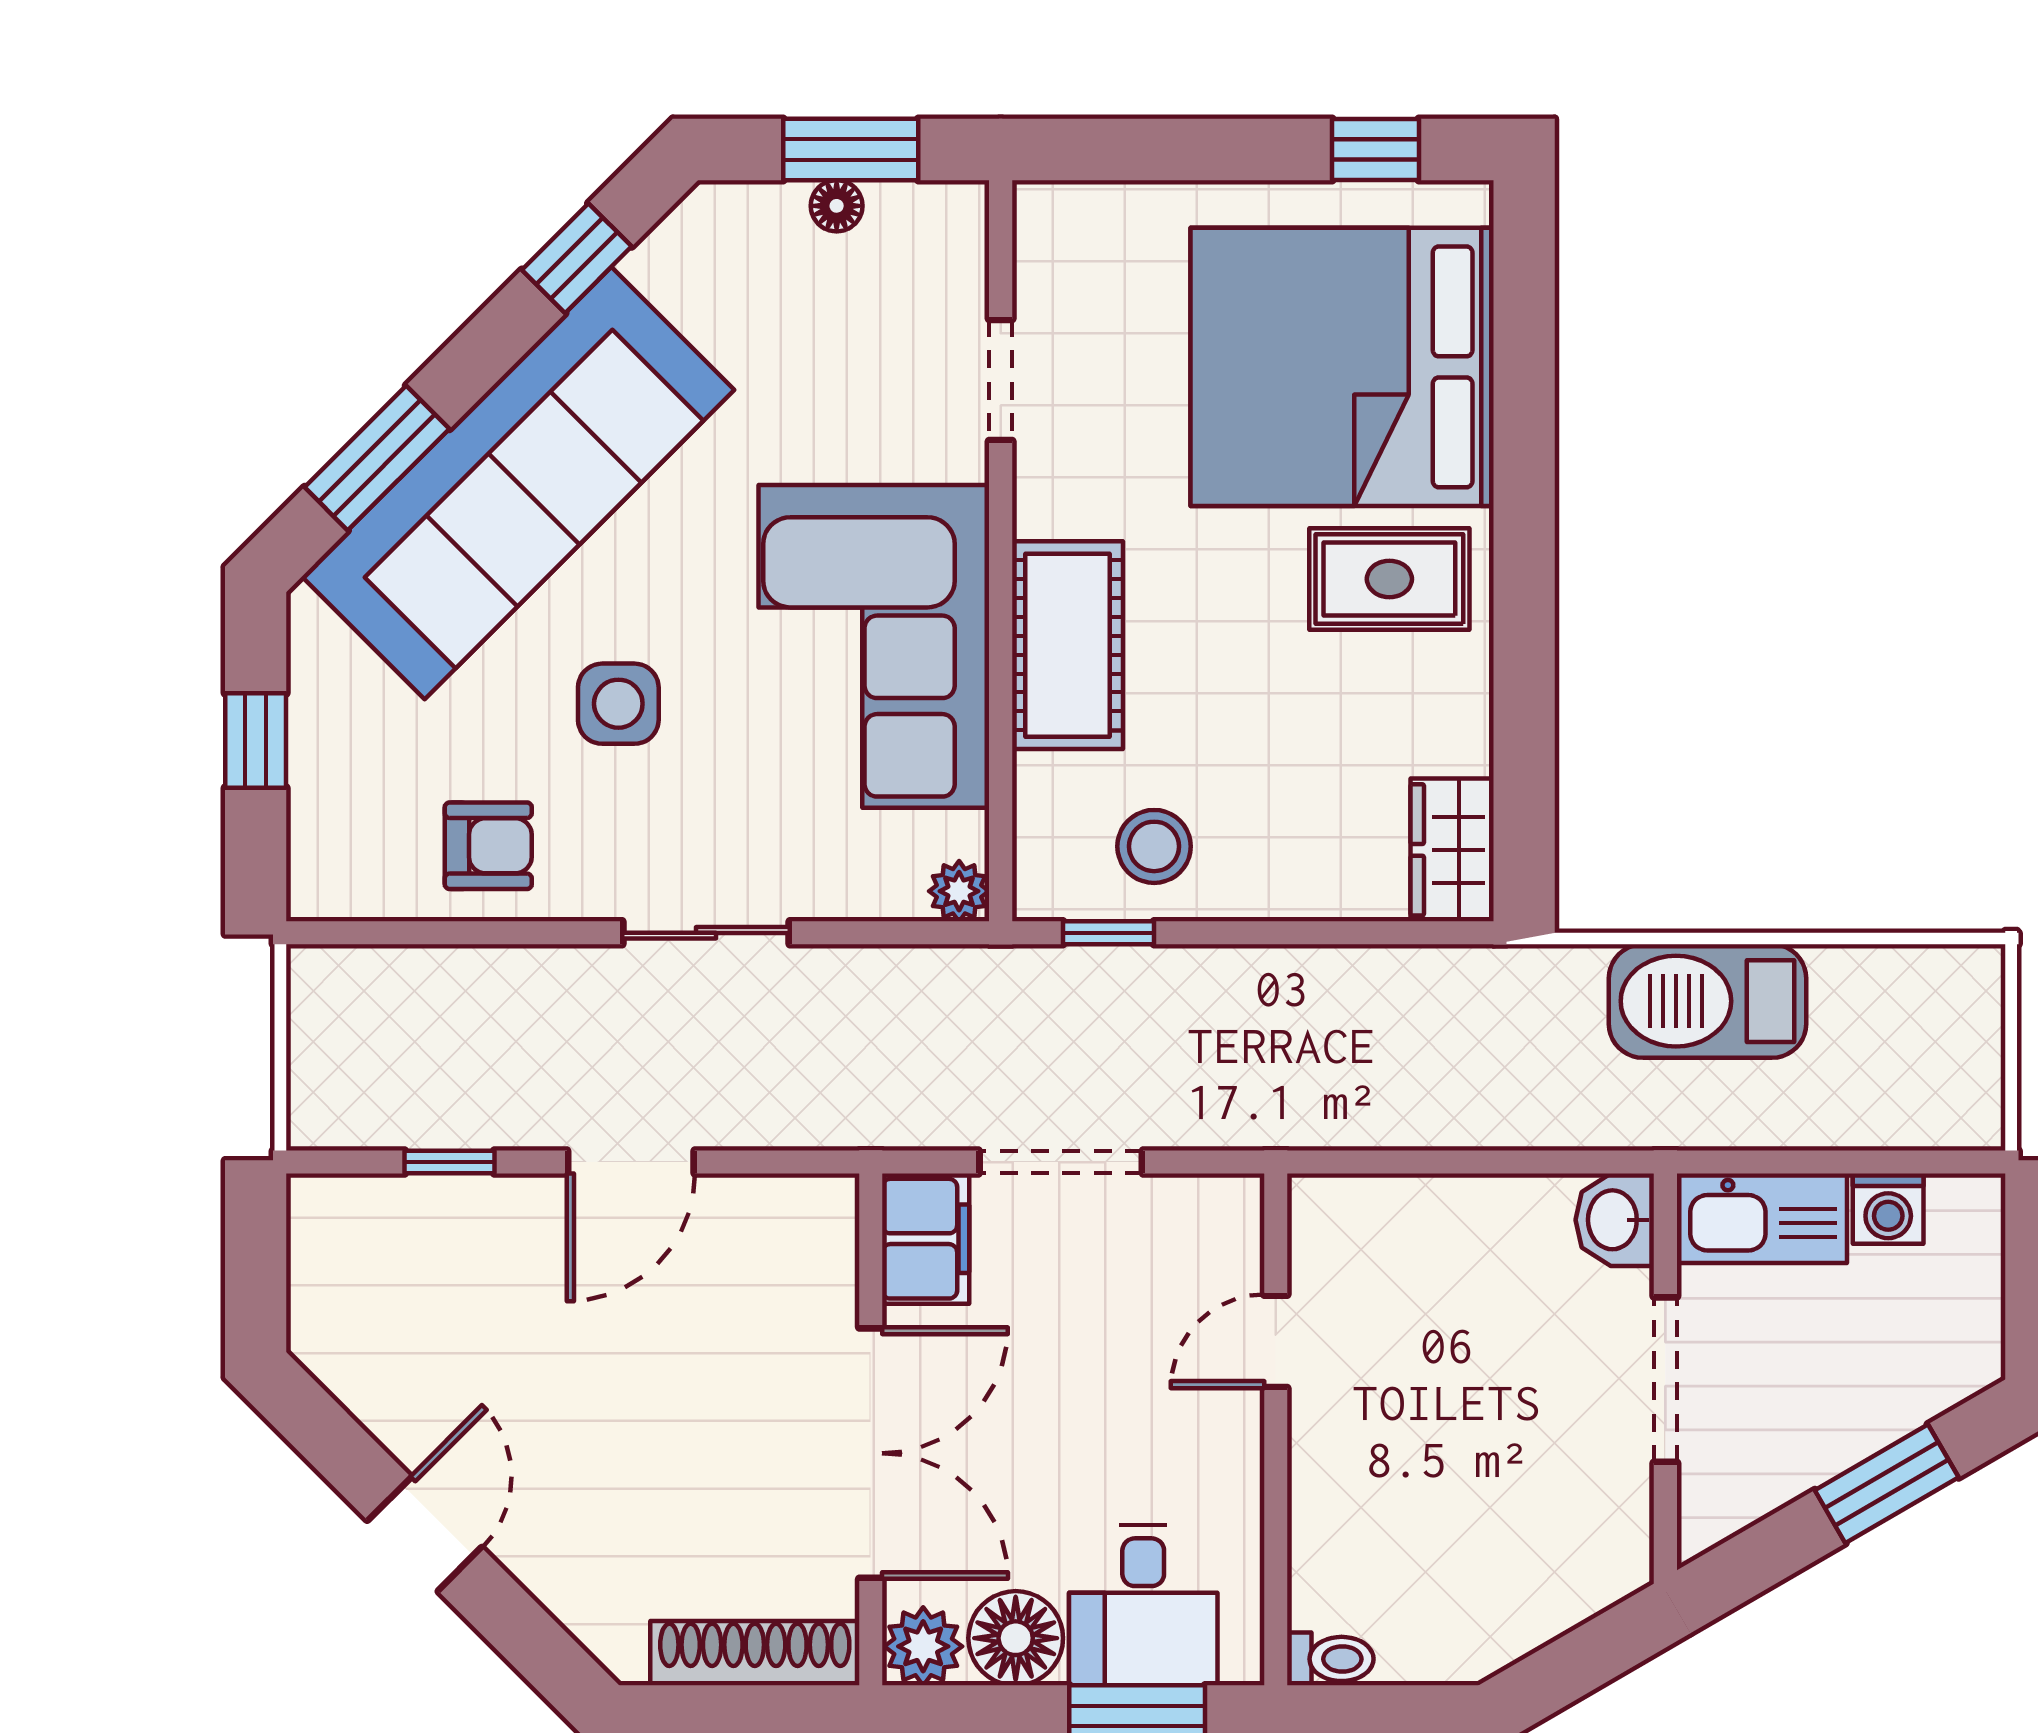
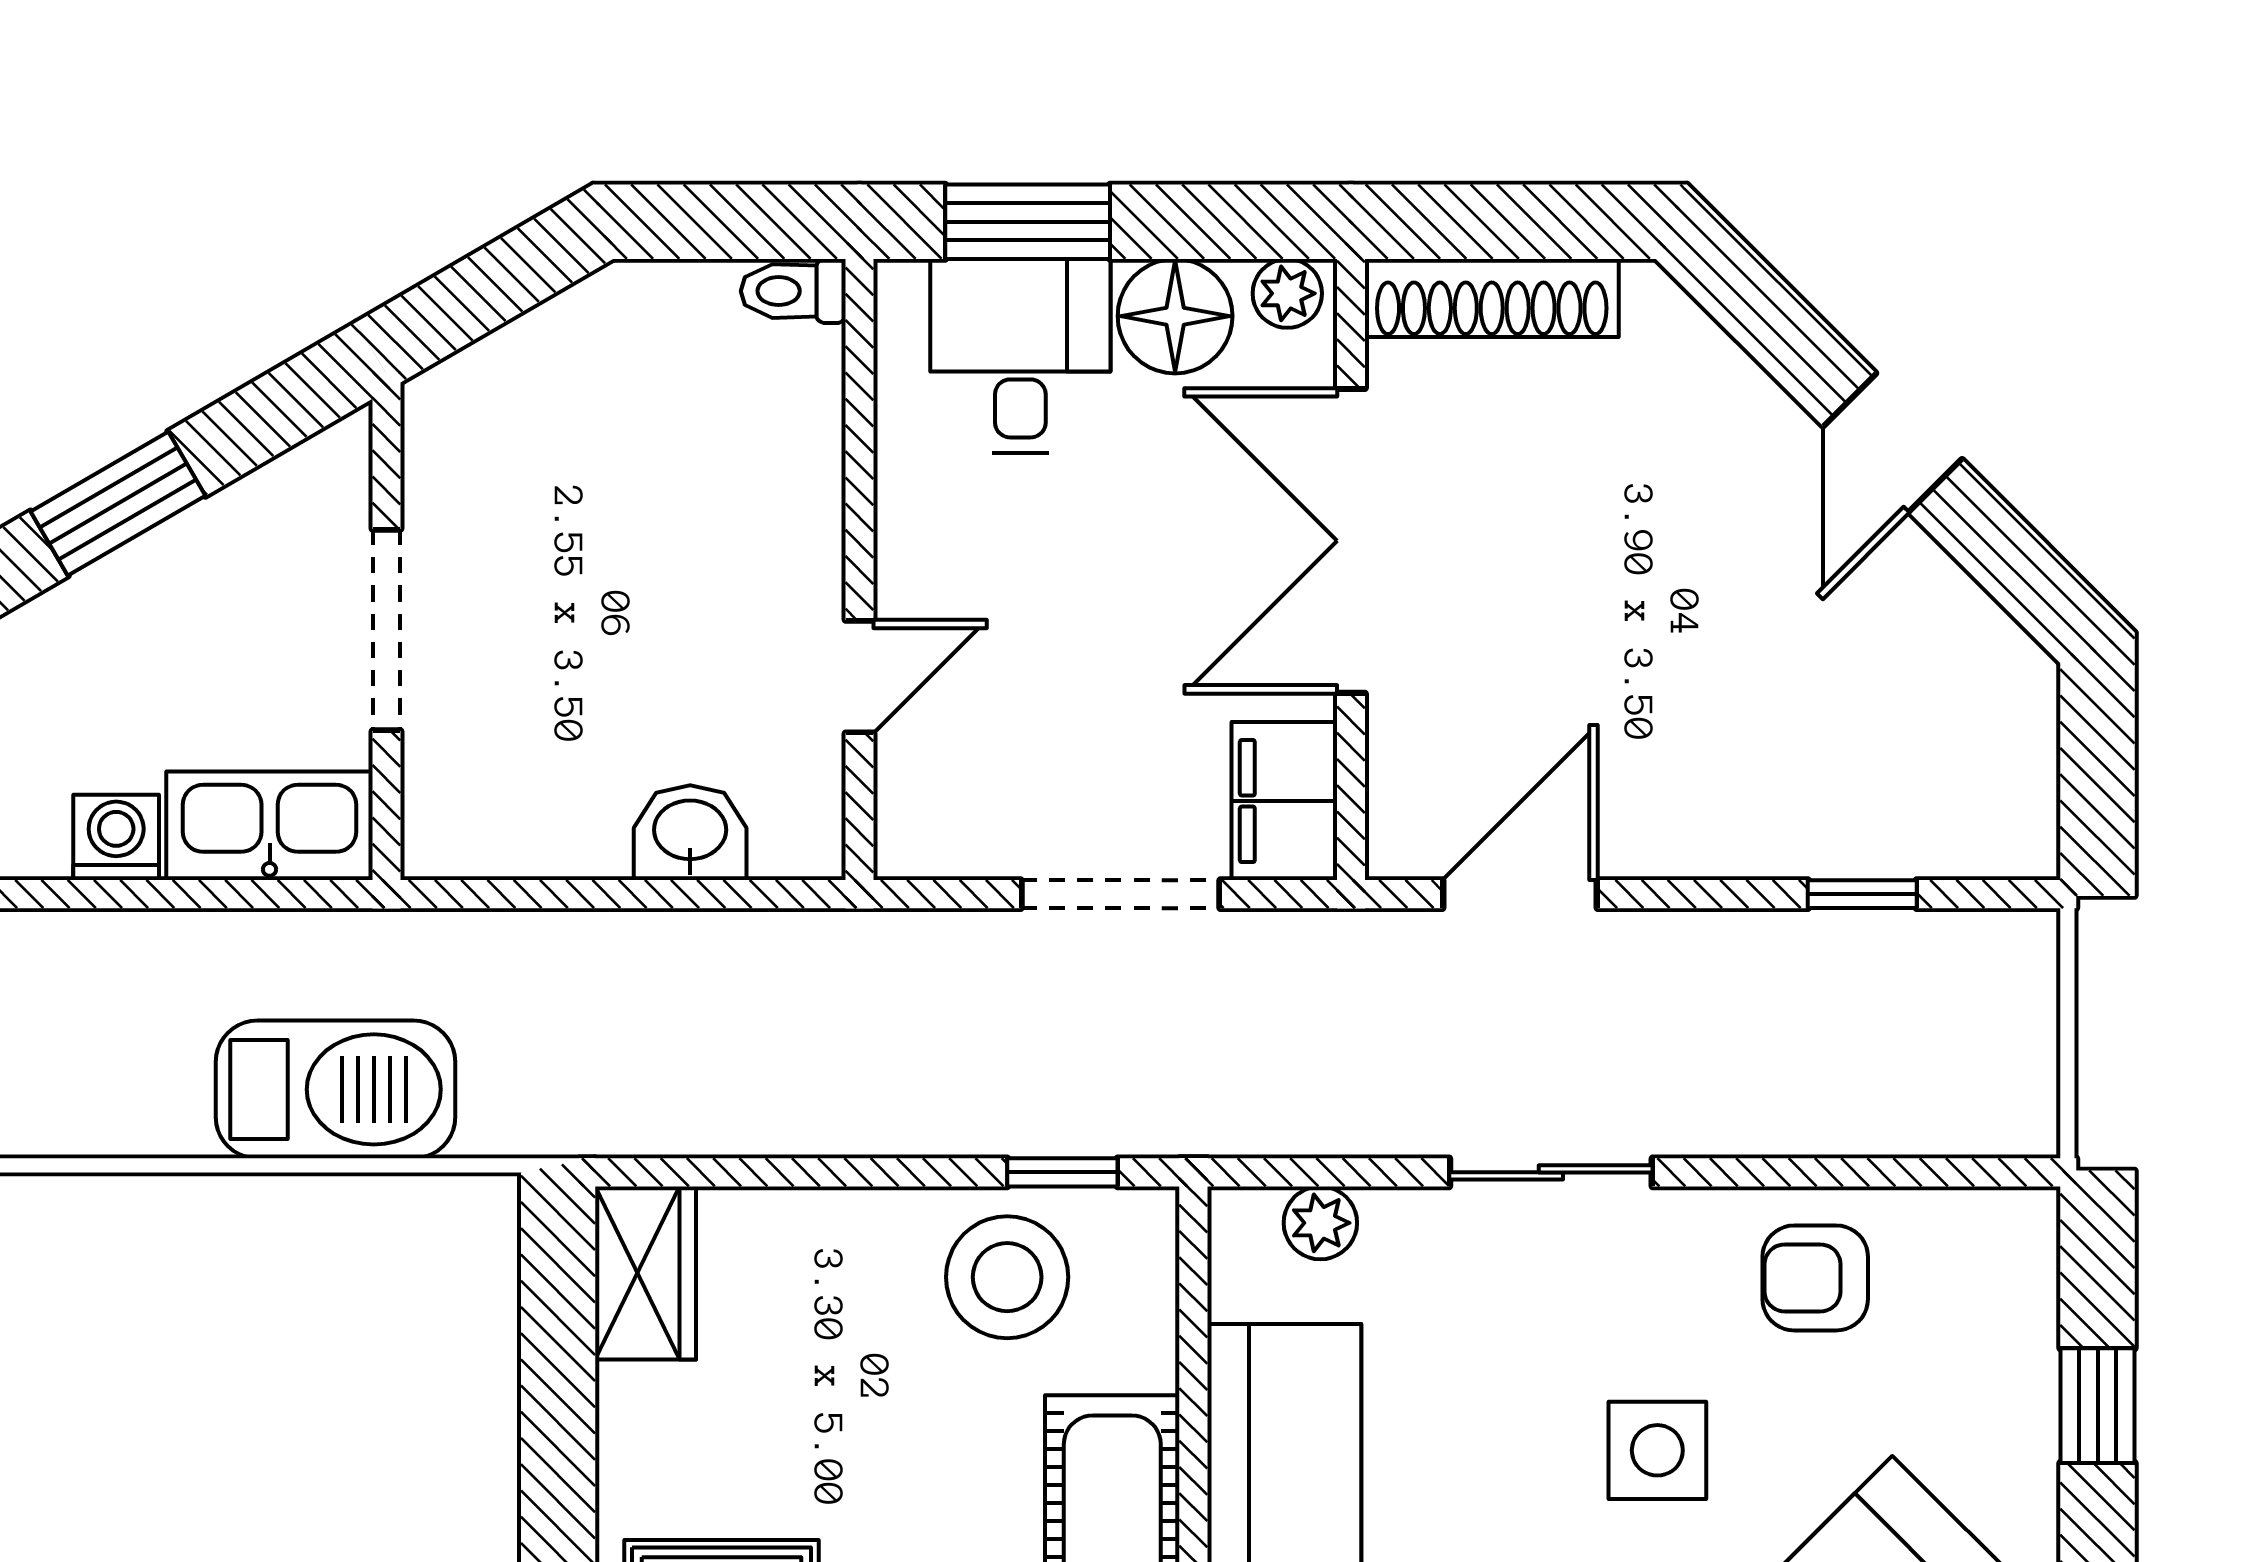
stool: (1154, 846) -> (1007, 1277), width x1.38, depth x1.38
plant: (959, 891) -> (1320, 1223), moved
door: (631, 1162) -> (1520, 894), moved
washbasin: (1615, 1220) -> (690, 833), moved, turned -90
plant: (923, 1646) -> (1287, 293), width x0.73, depth x0.73

